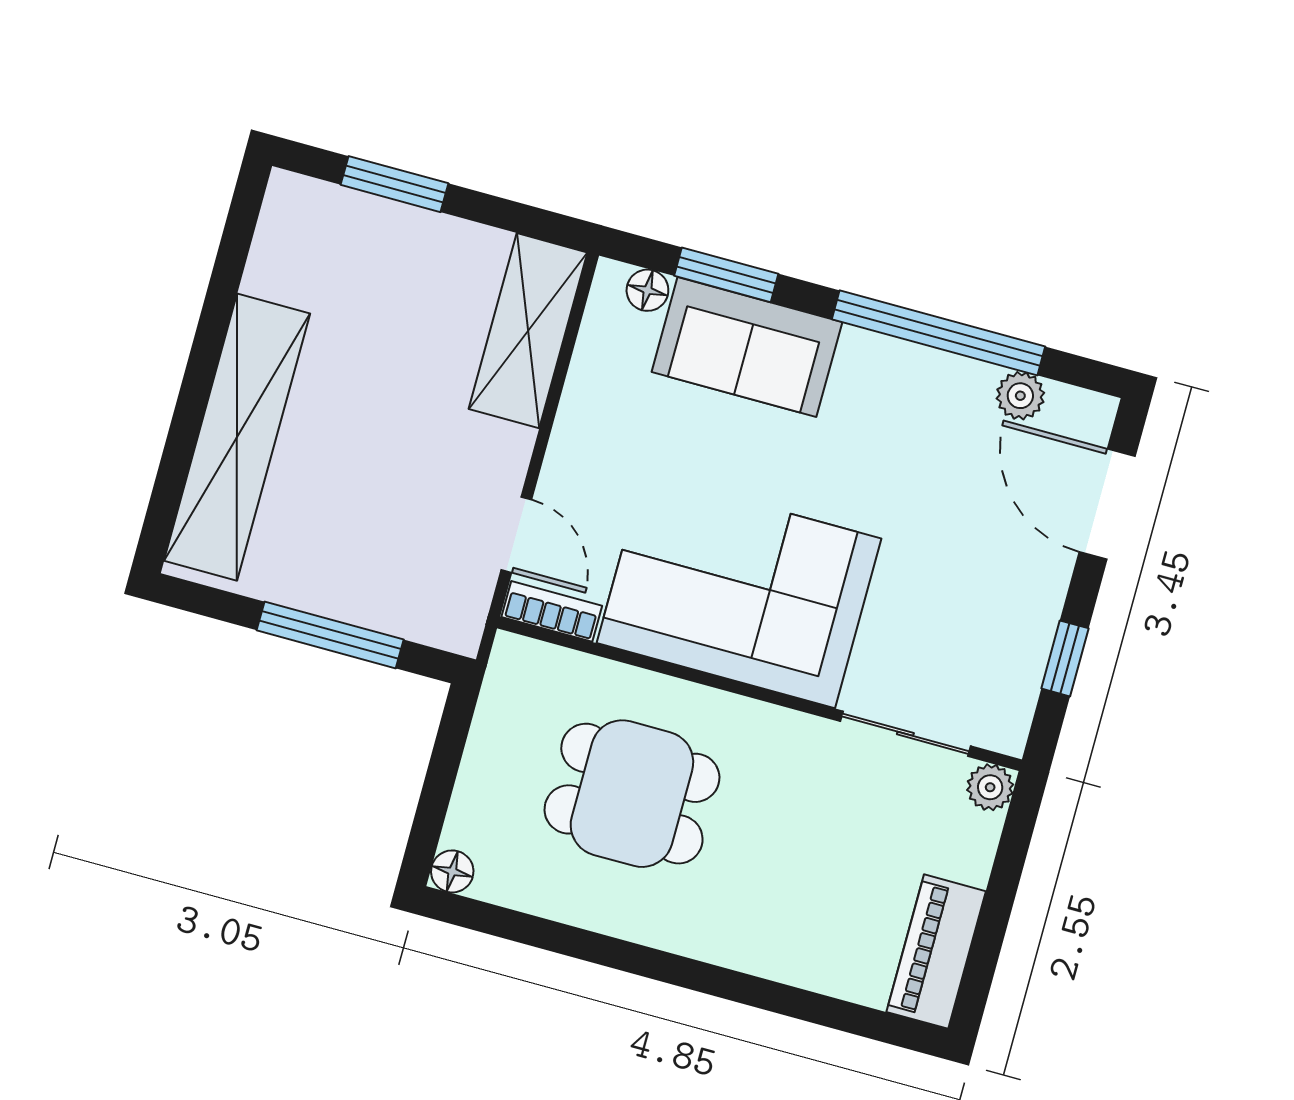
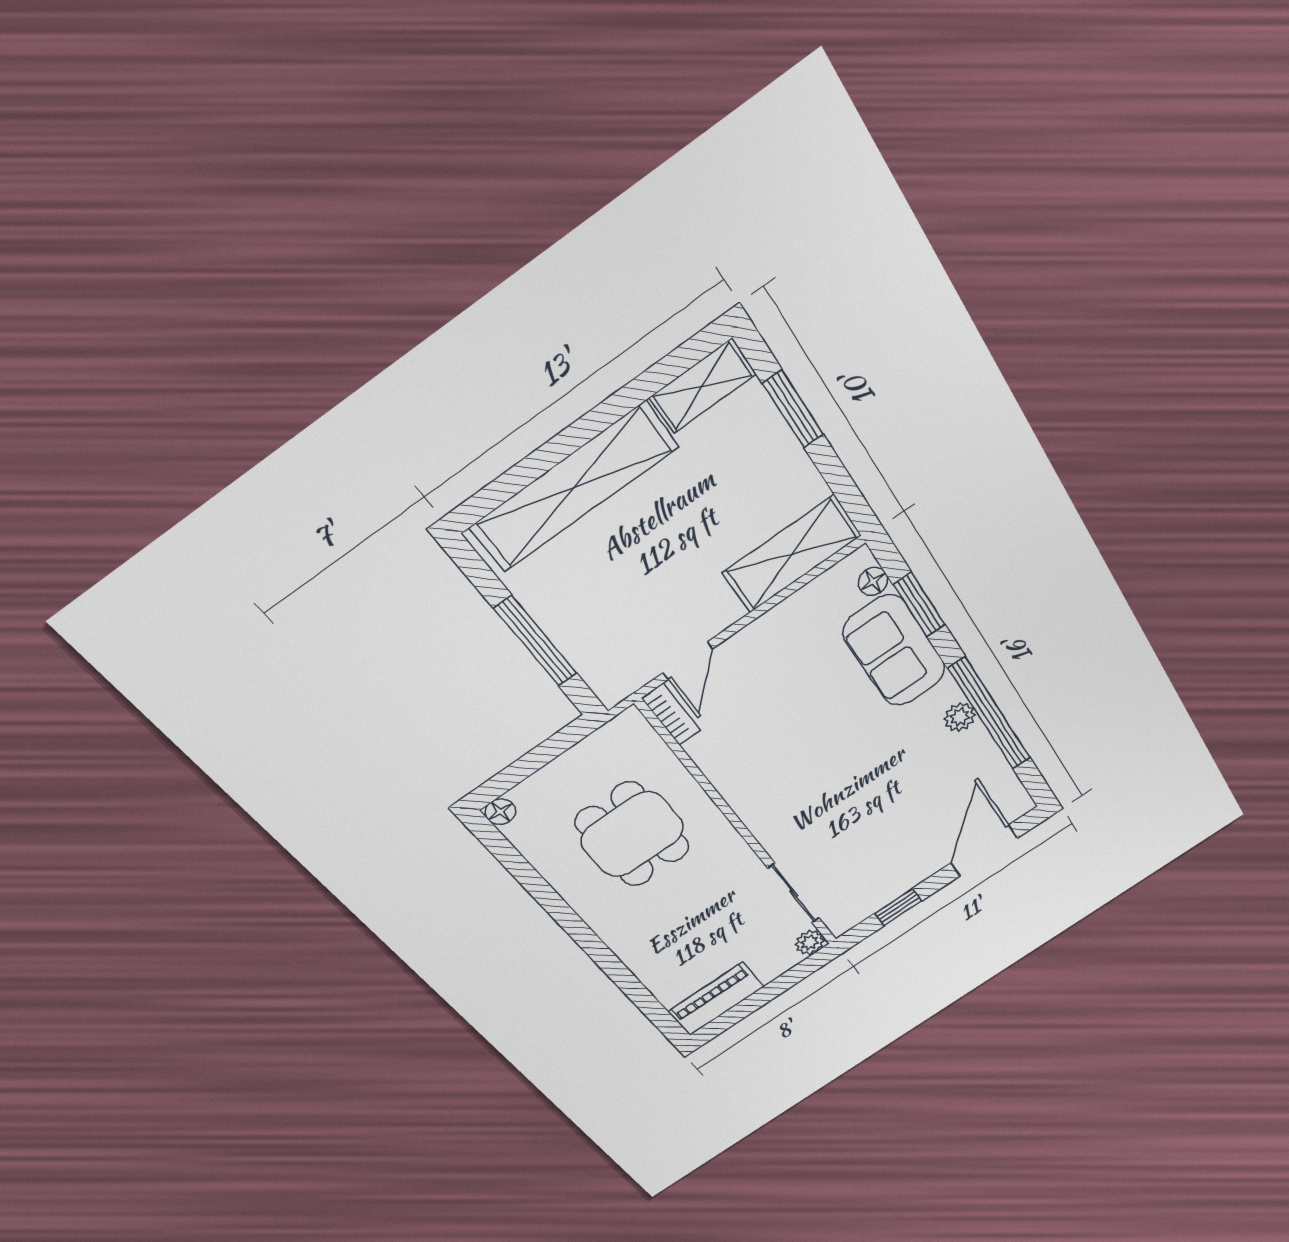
shelving: (282, 236) -> (702, 386), added
plant: (1020, 396) -> (960, 717), moved
corner sofa: (739, 591) -> (777, 771), removed

